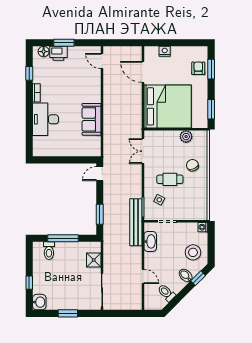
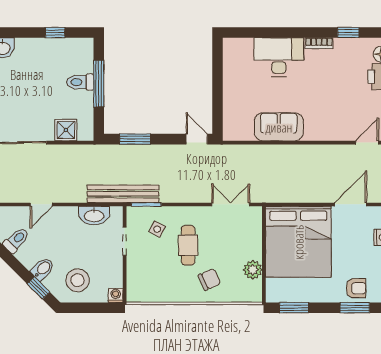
toilet: (49, 251) -> (80, 82), moved
window: (29, 283) -> (55, 32), moved

